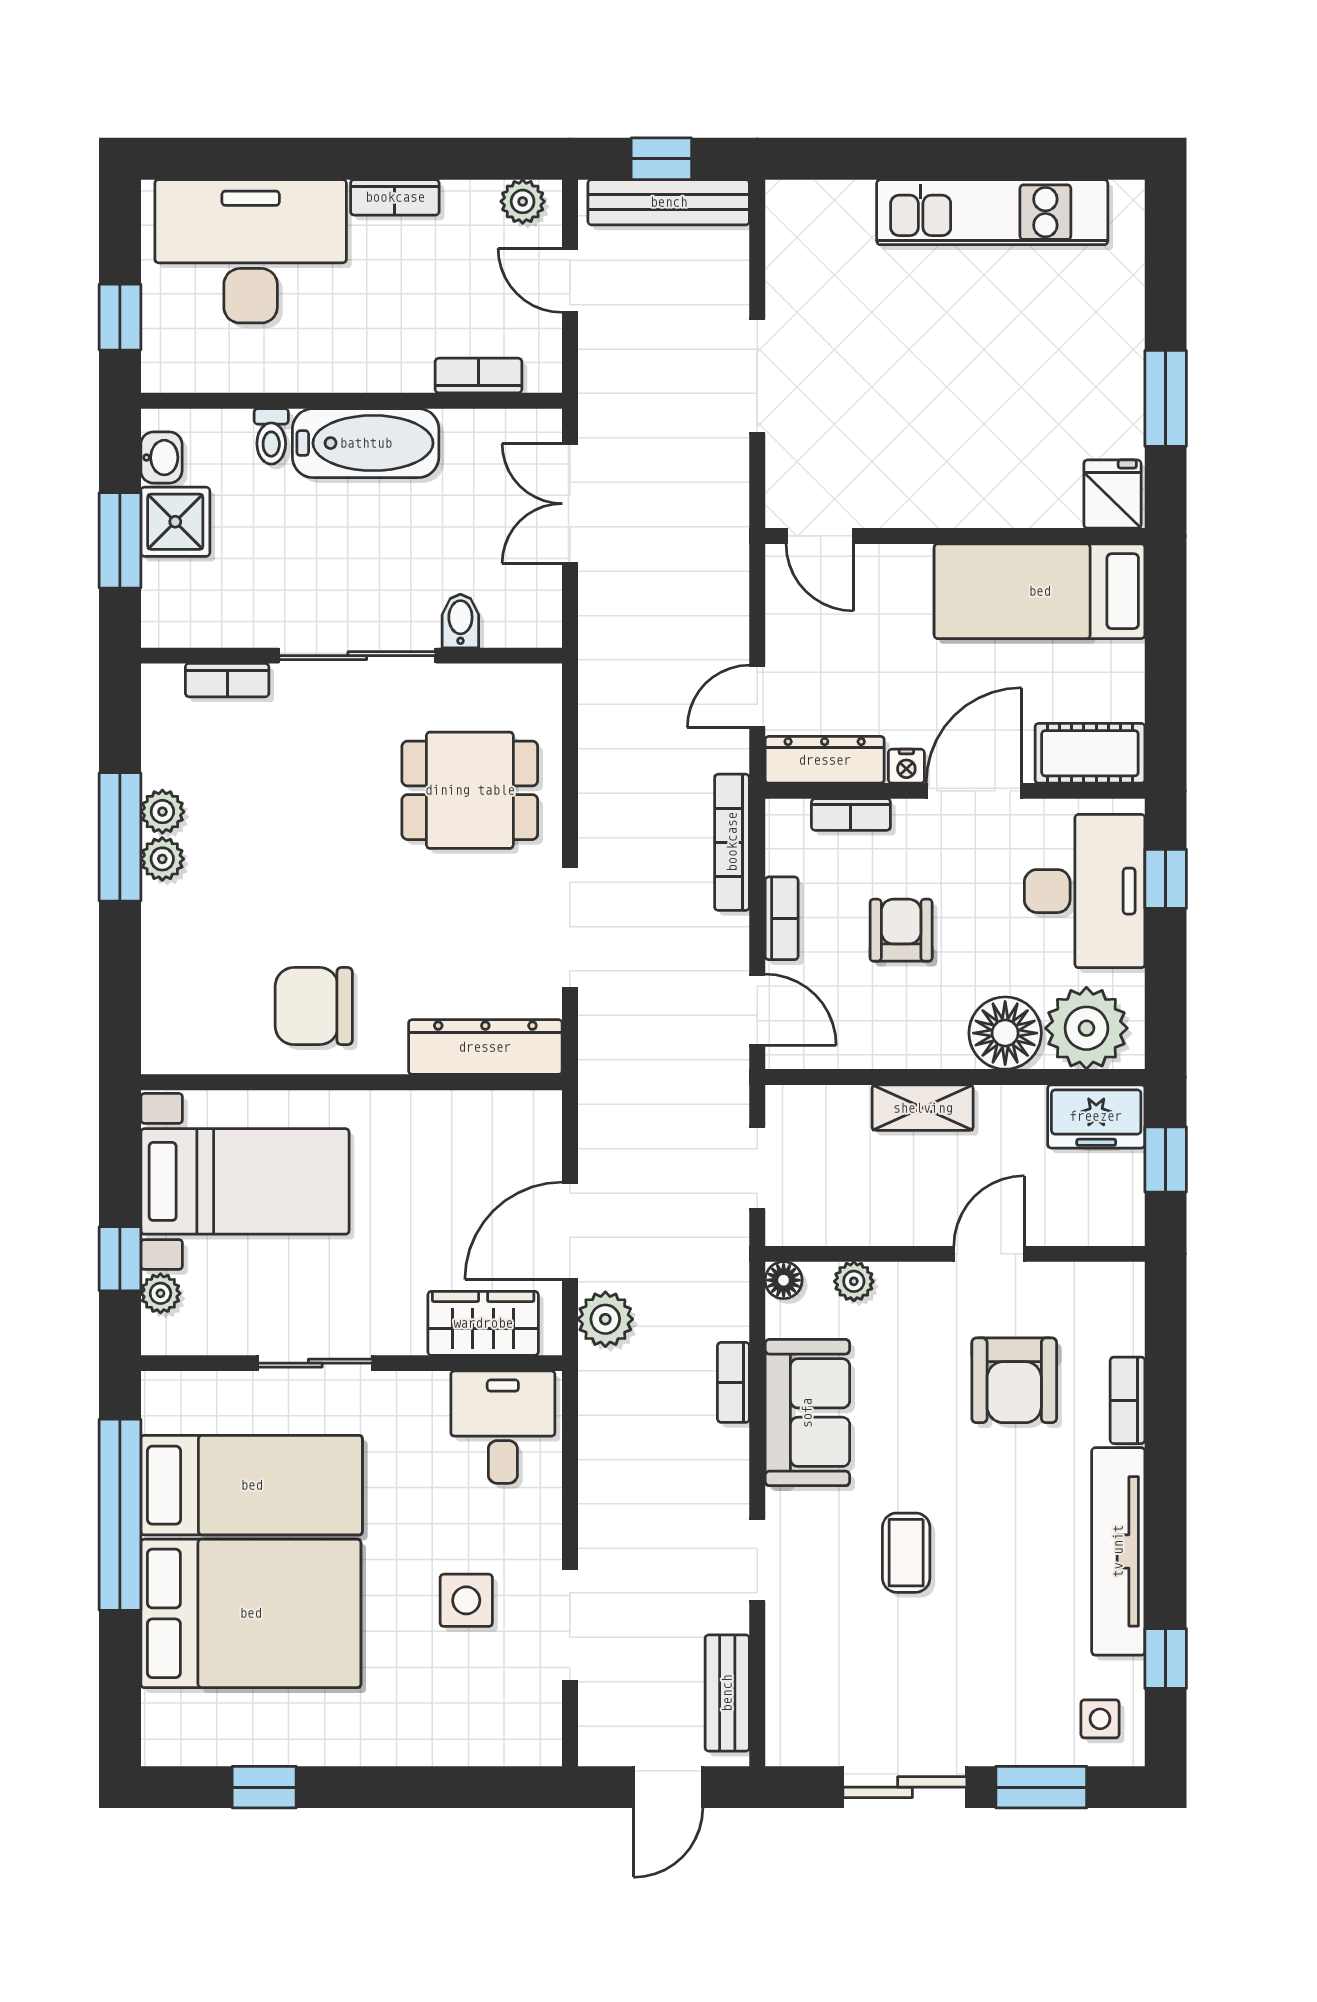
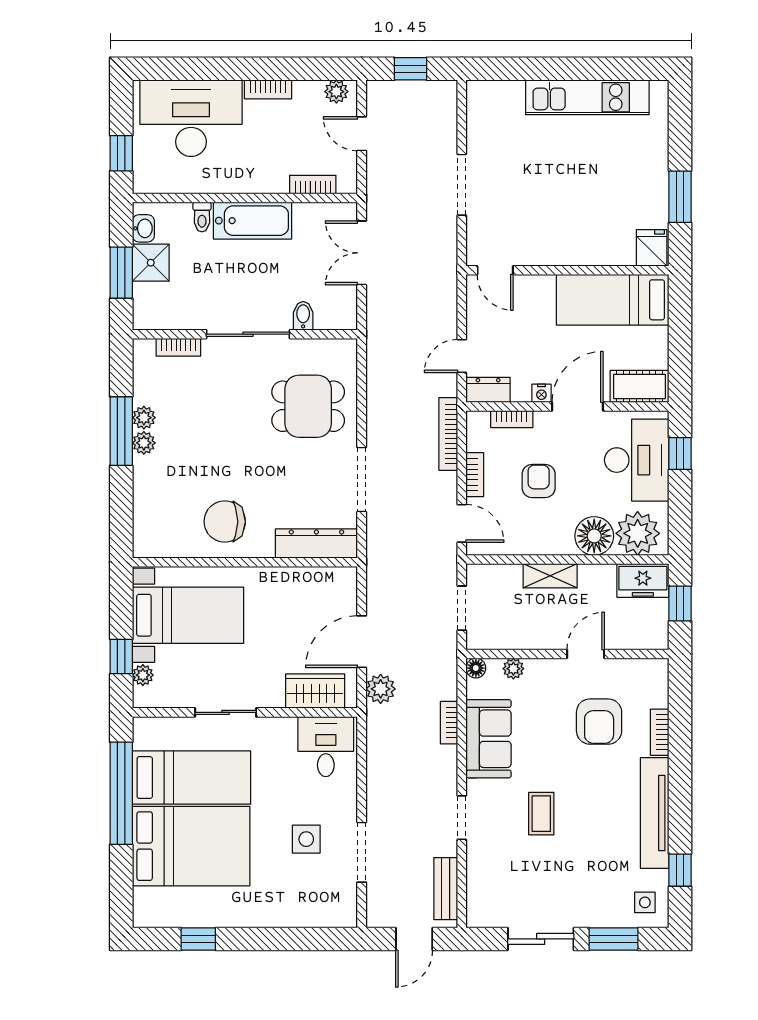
bench: (669, 202) -> (414, 92), removed
dresser: (825, 760) -> (488, 390), width x0.70

